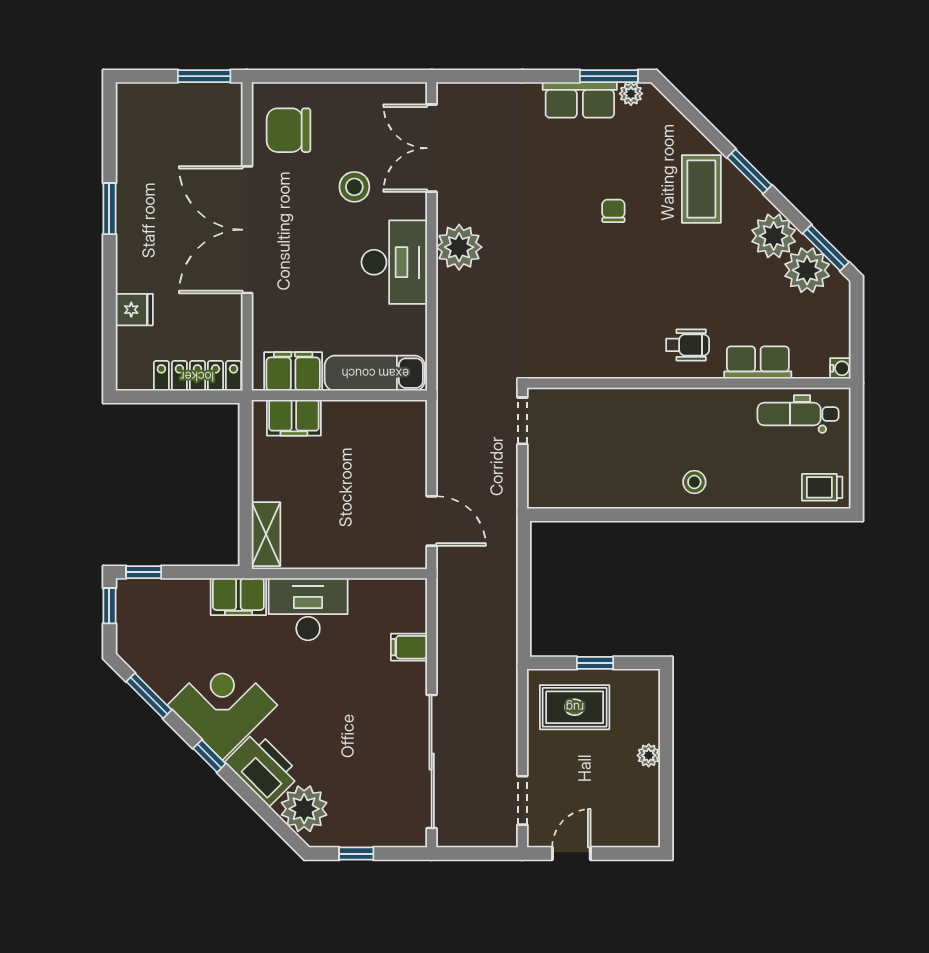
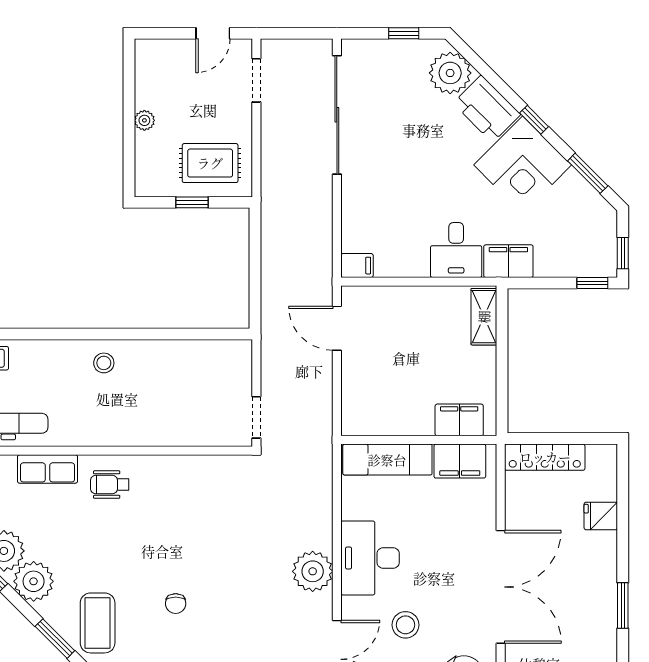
desk: (308, 609) -> (456, 250), width x0.73
filing cabinet: (409, 647) -> (357, 266), moved

